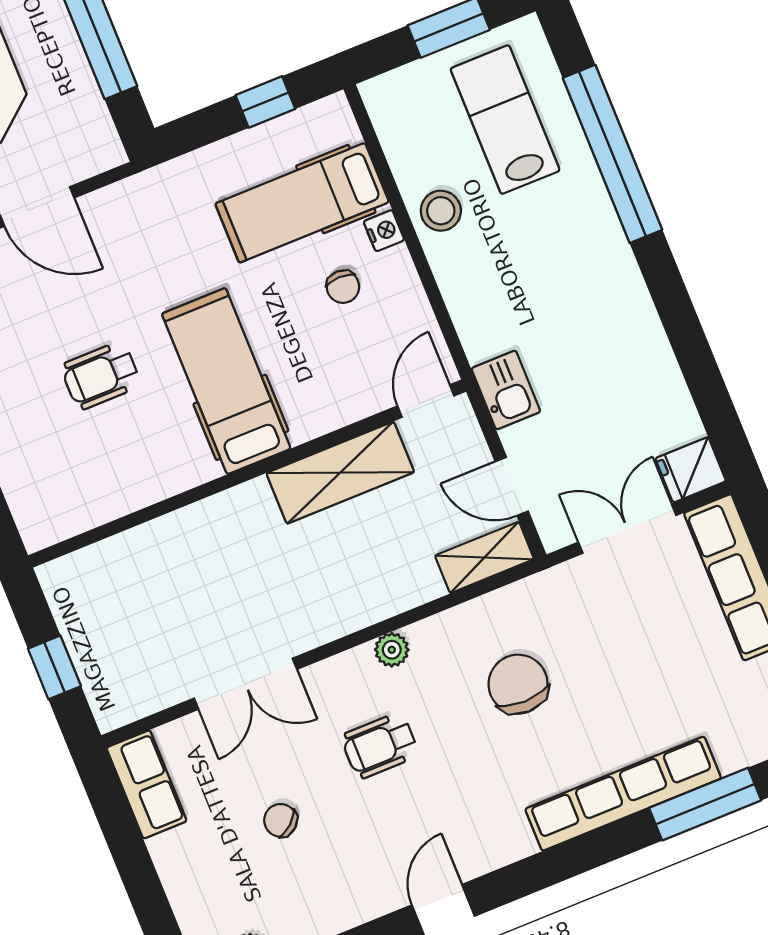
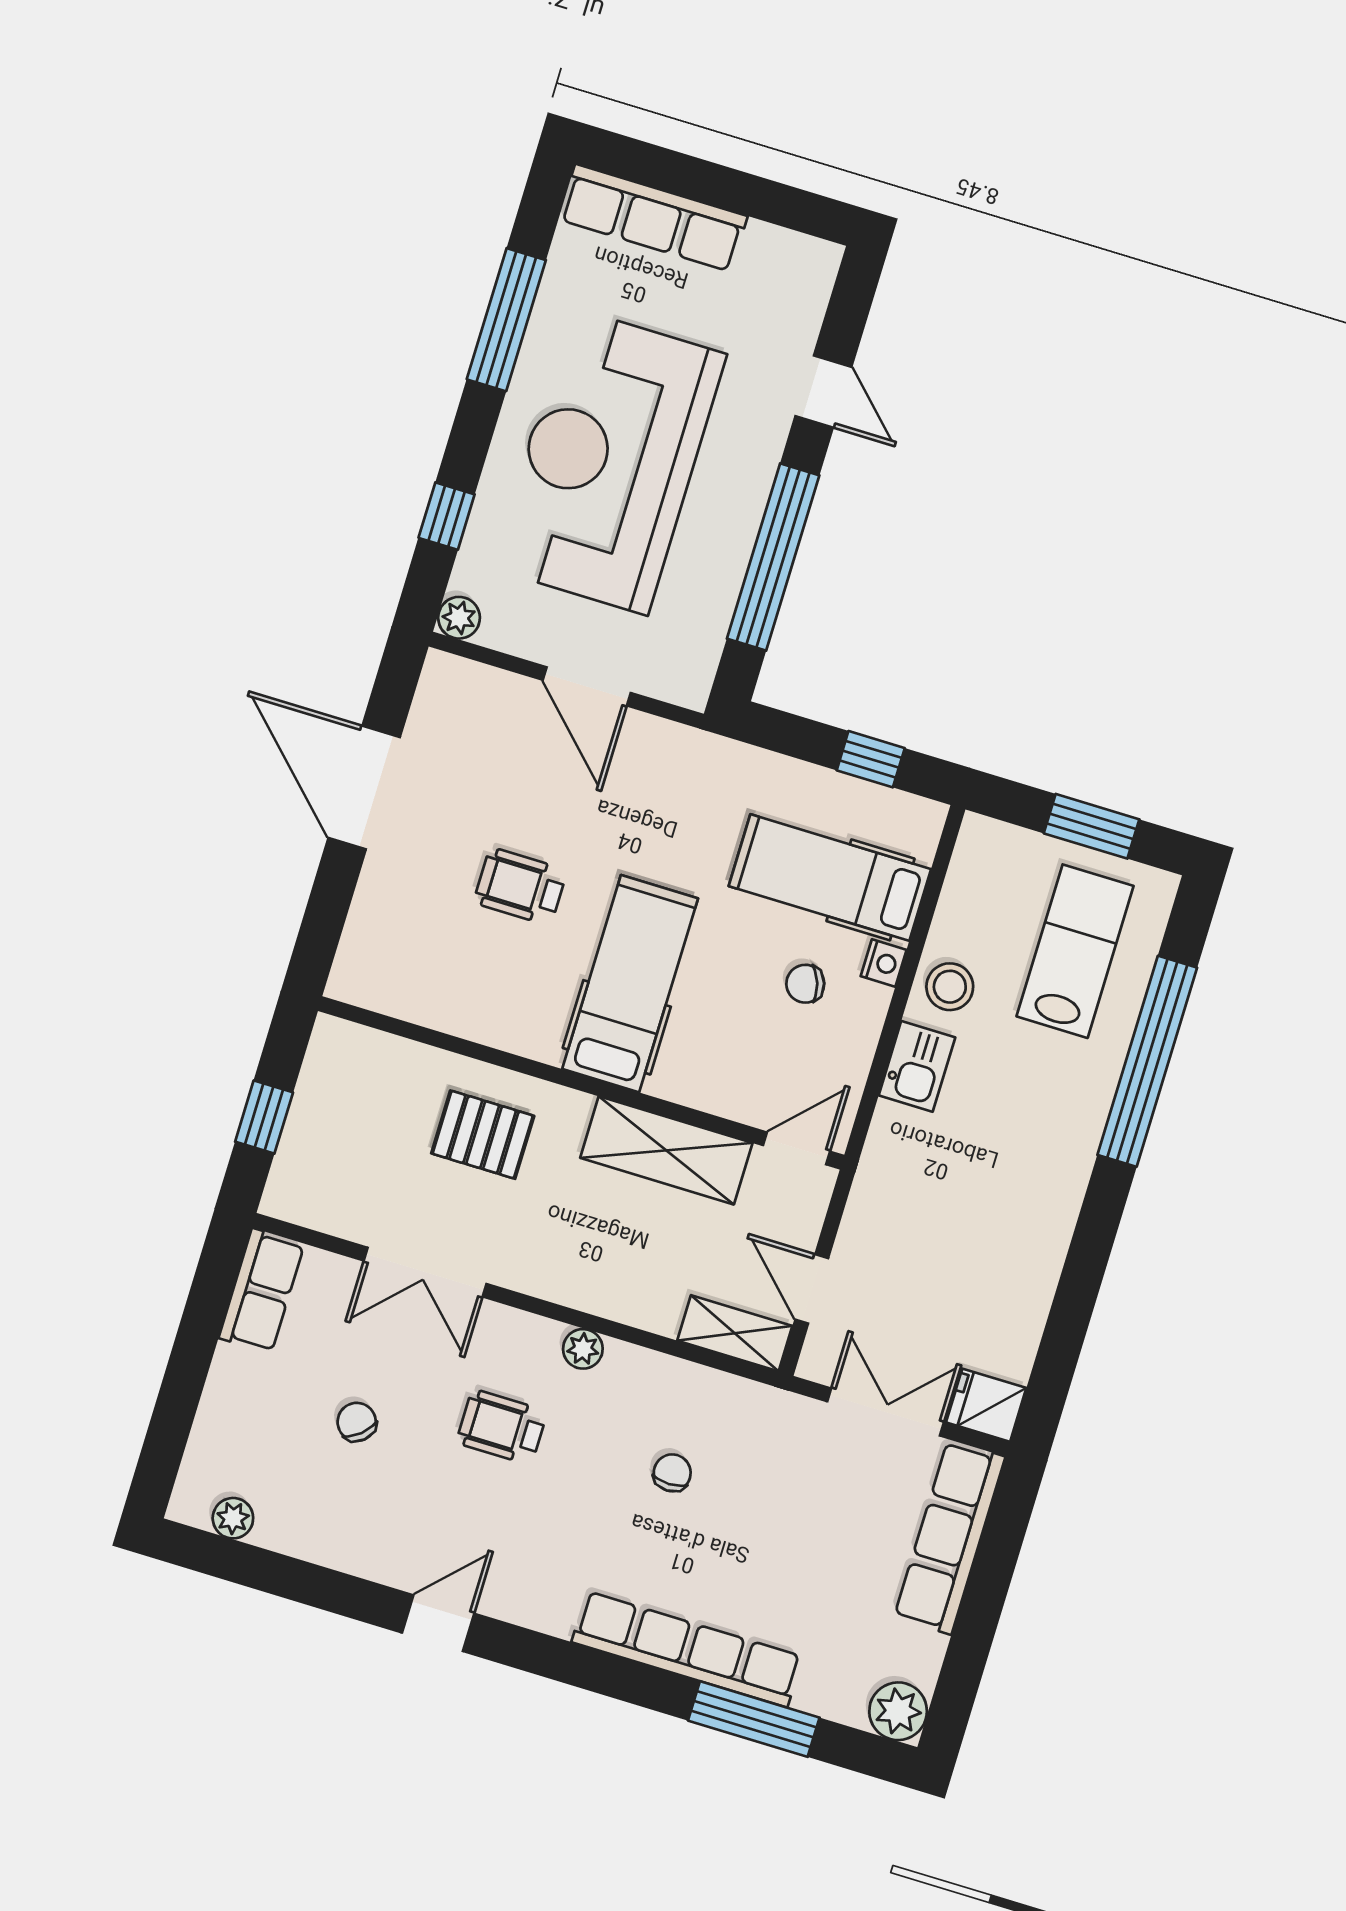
chair: (343, 287) -> (805, 984), turned 72
kitchen sink: (506, 390) -> (917, 1066), moved
pallet: (210, 561) -> (483, 1135), added
chair: (518, 684) -> (672, 1473), width x0.54, depth x0.54

